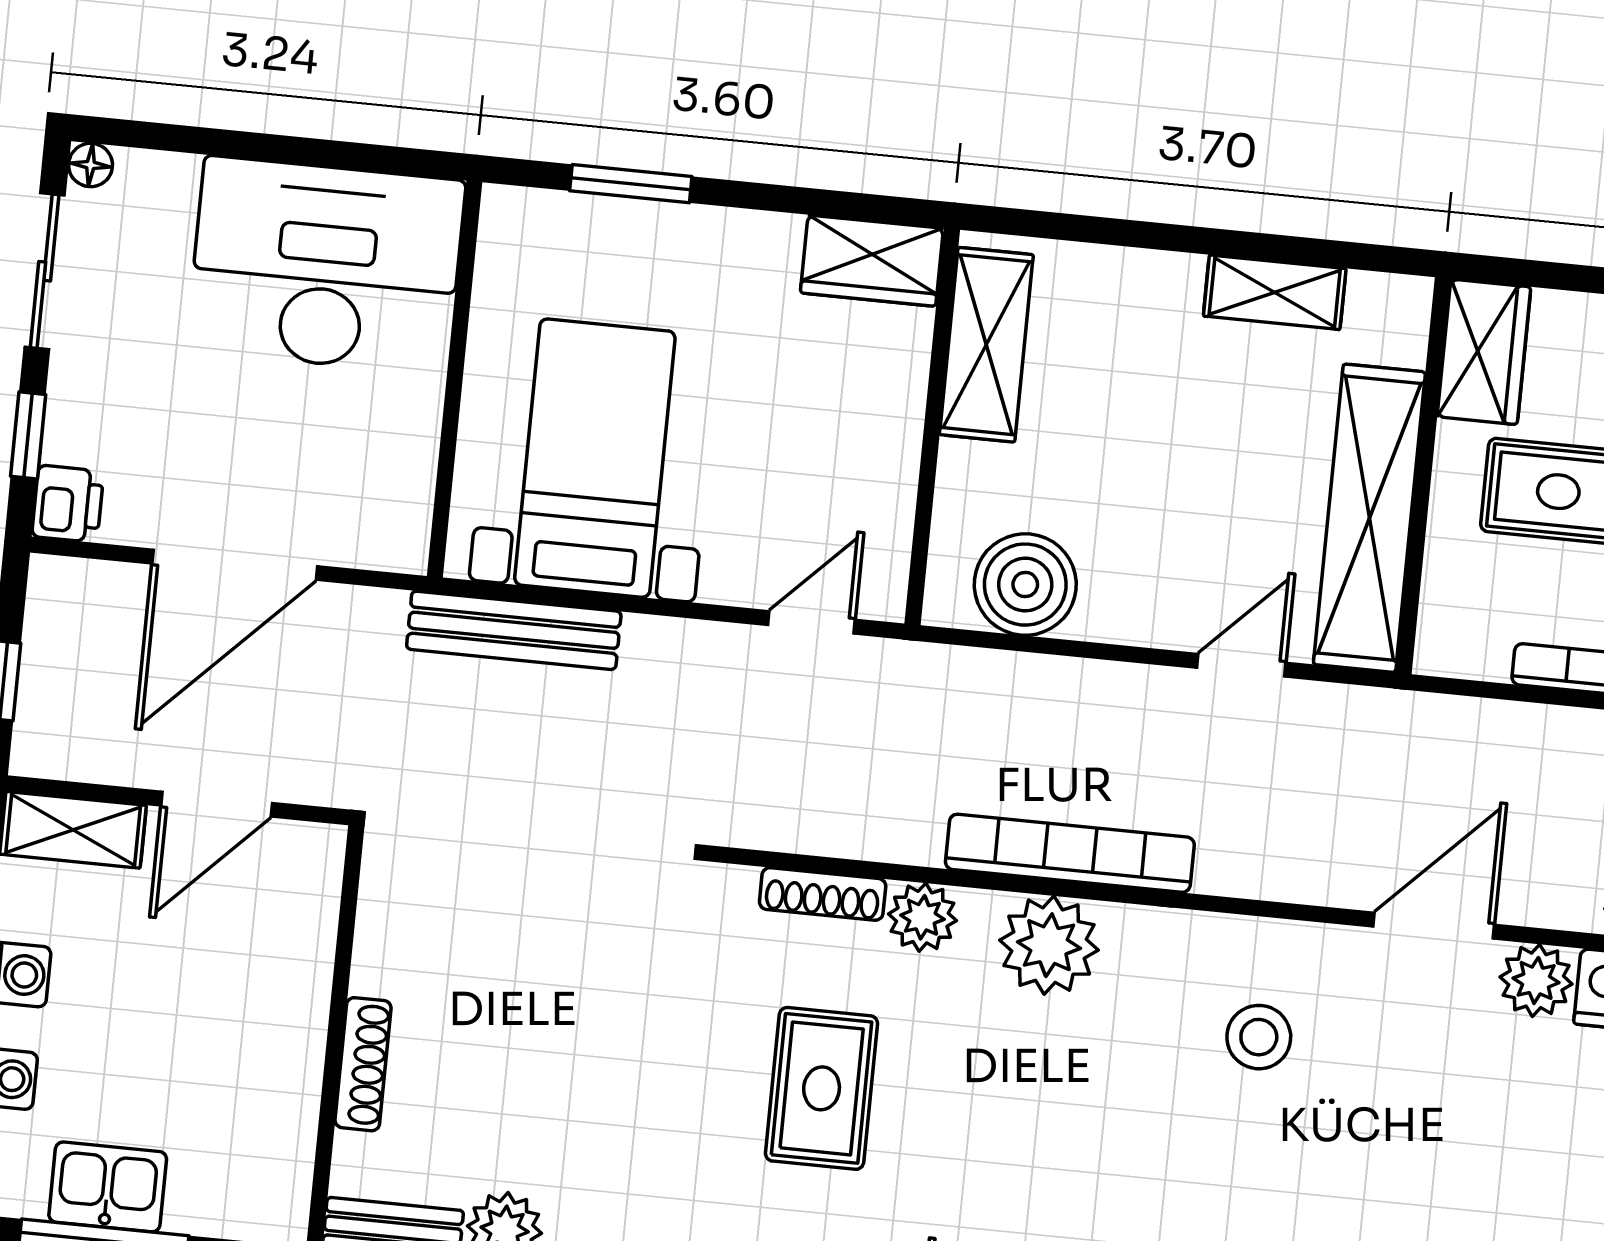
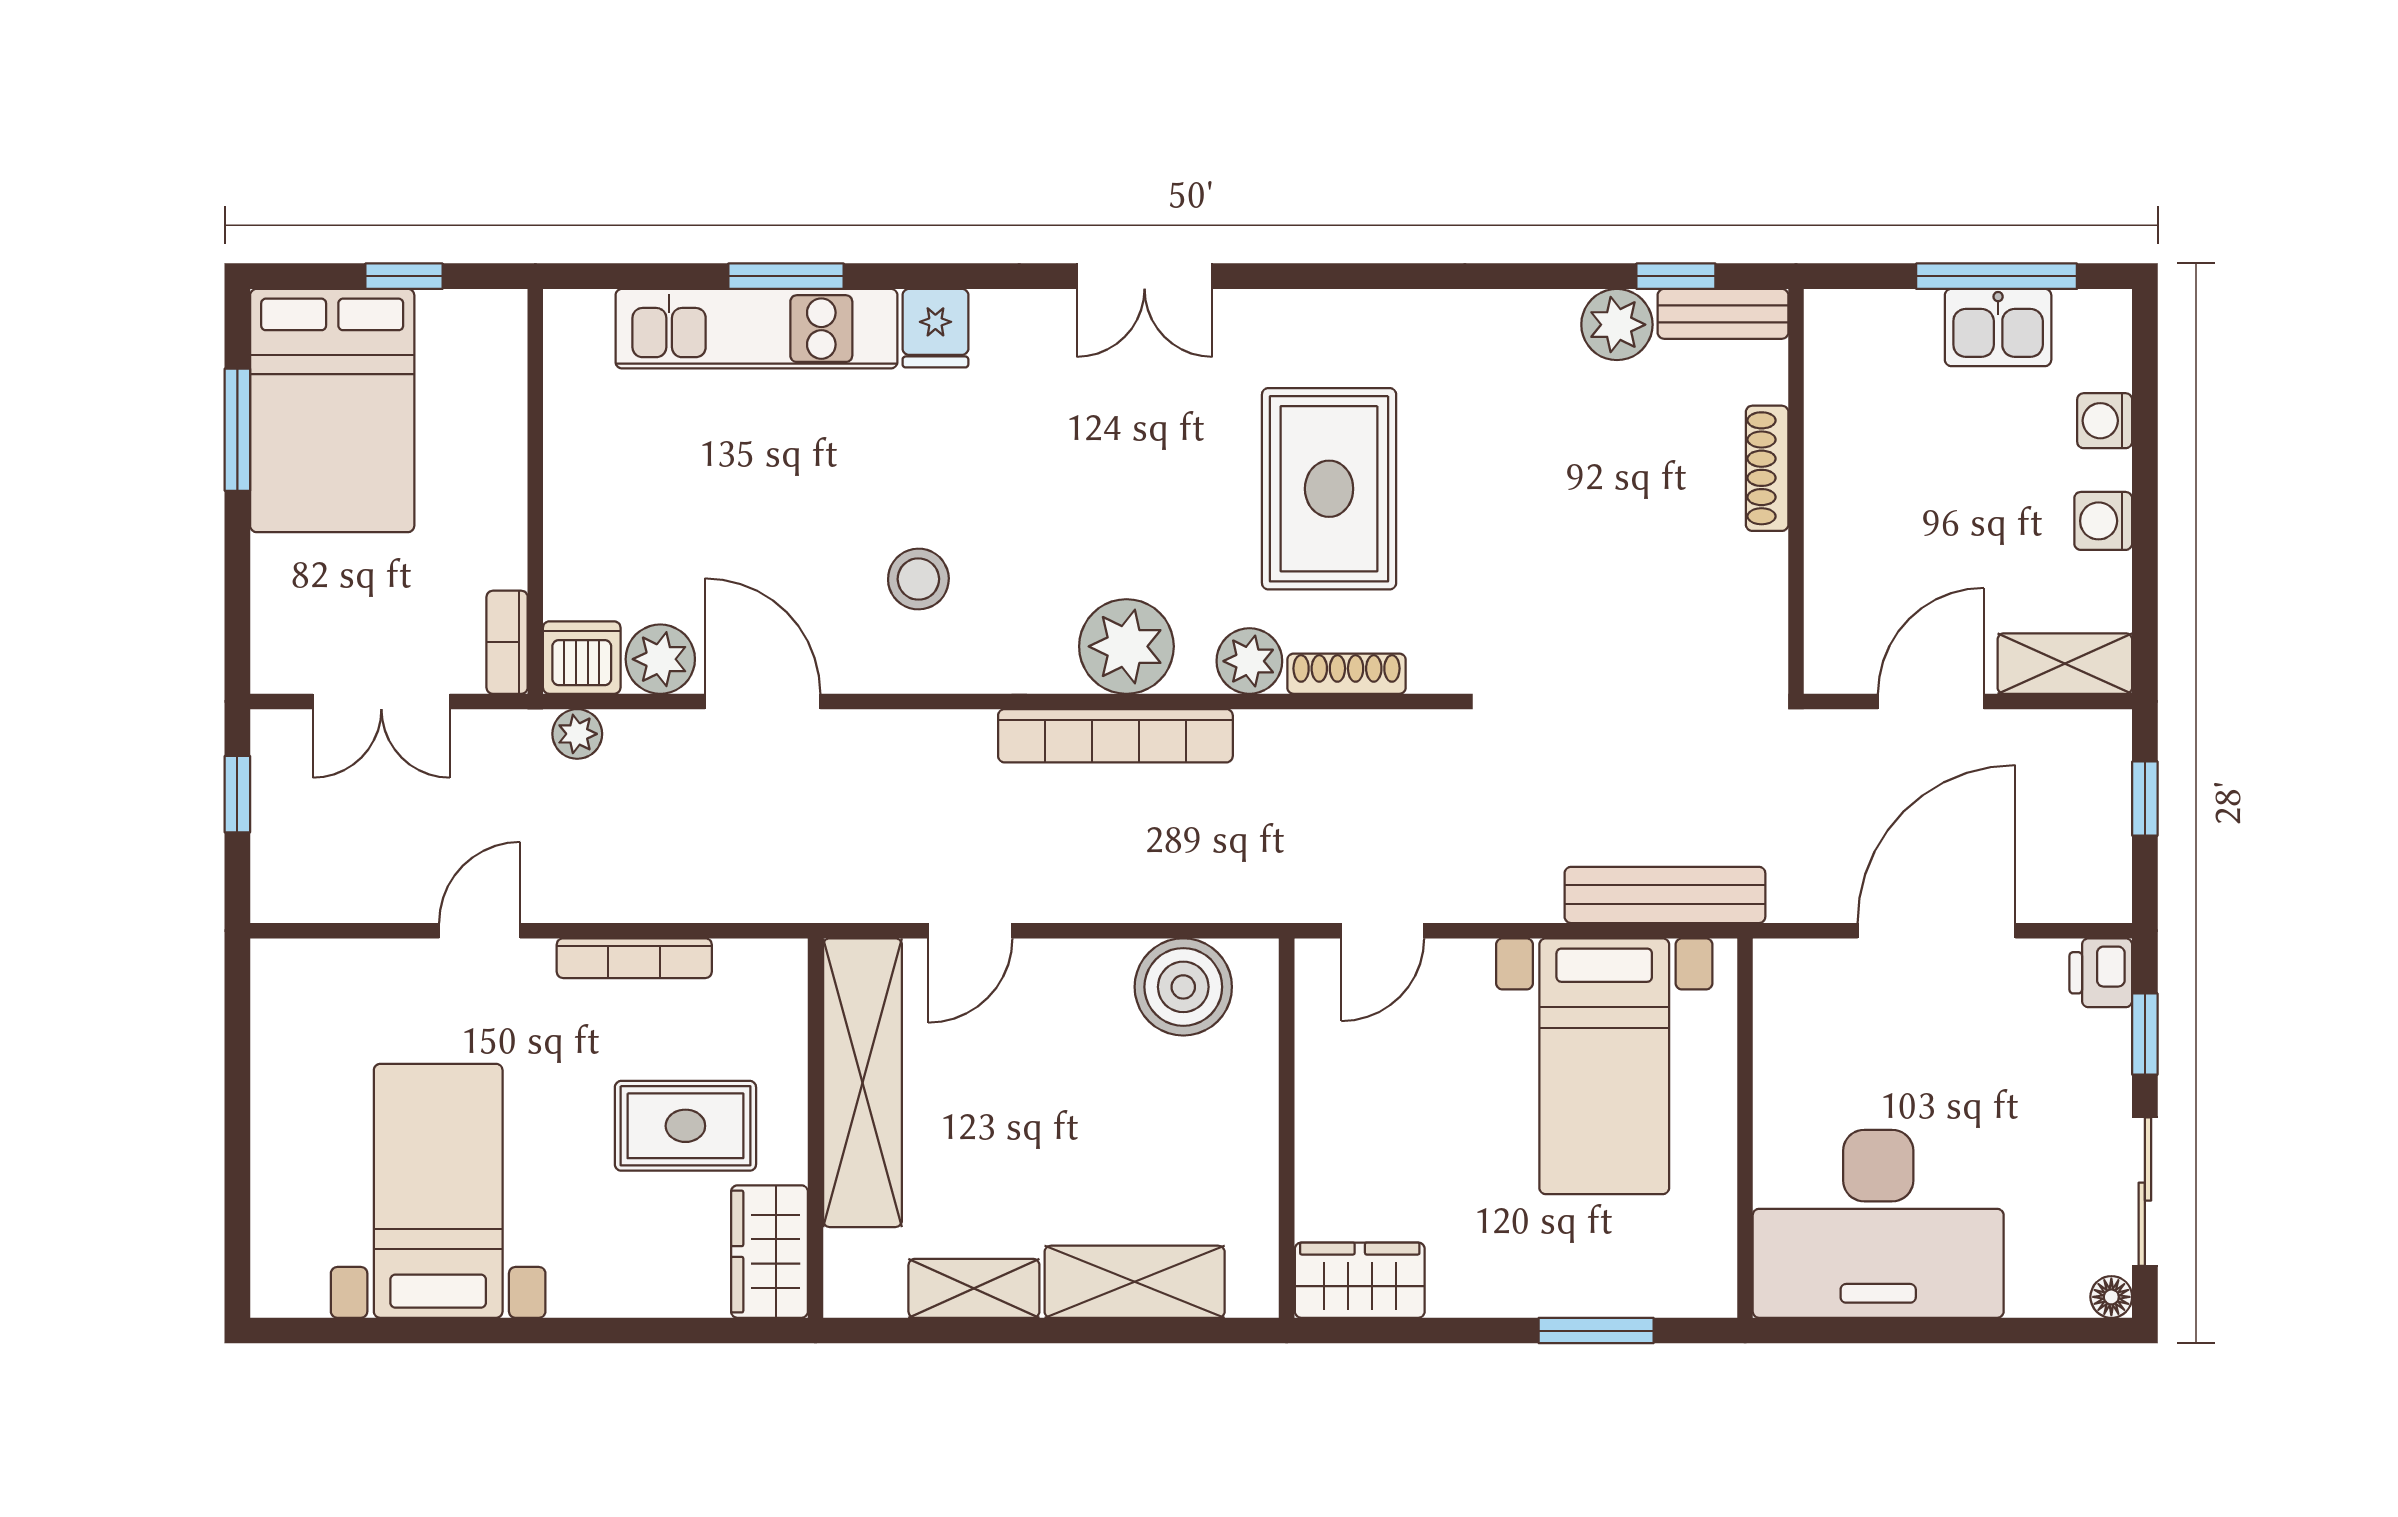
shelving: (986, 345) -> (1135, 1282), moved, turned 90
door: (1434, 926) -> (763, 701), swing flipped
rug: (822, 1088) -> (1329, 489), width x1.36, depth x1.43

